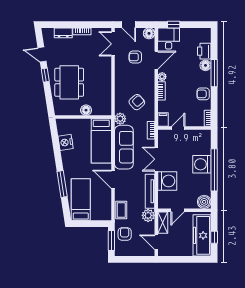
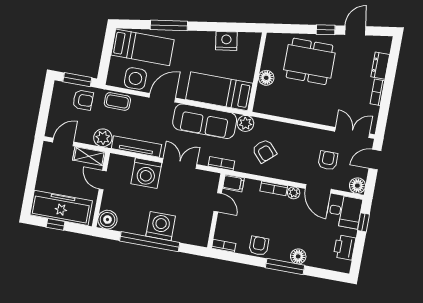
printer: (204, 51) -> (345, 247), moved, turned -90
side table: (103, 200) -> (135, 78), added

